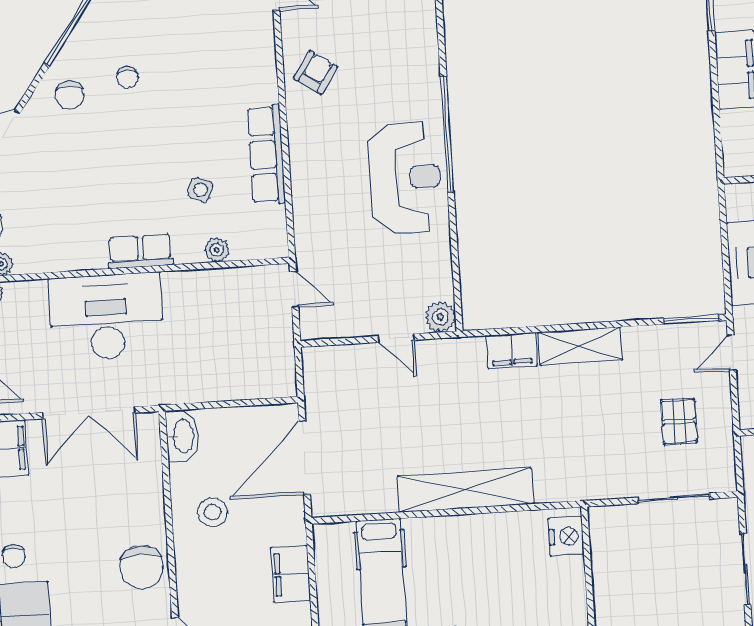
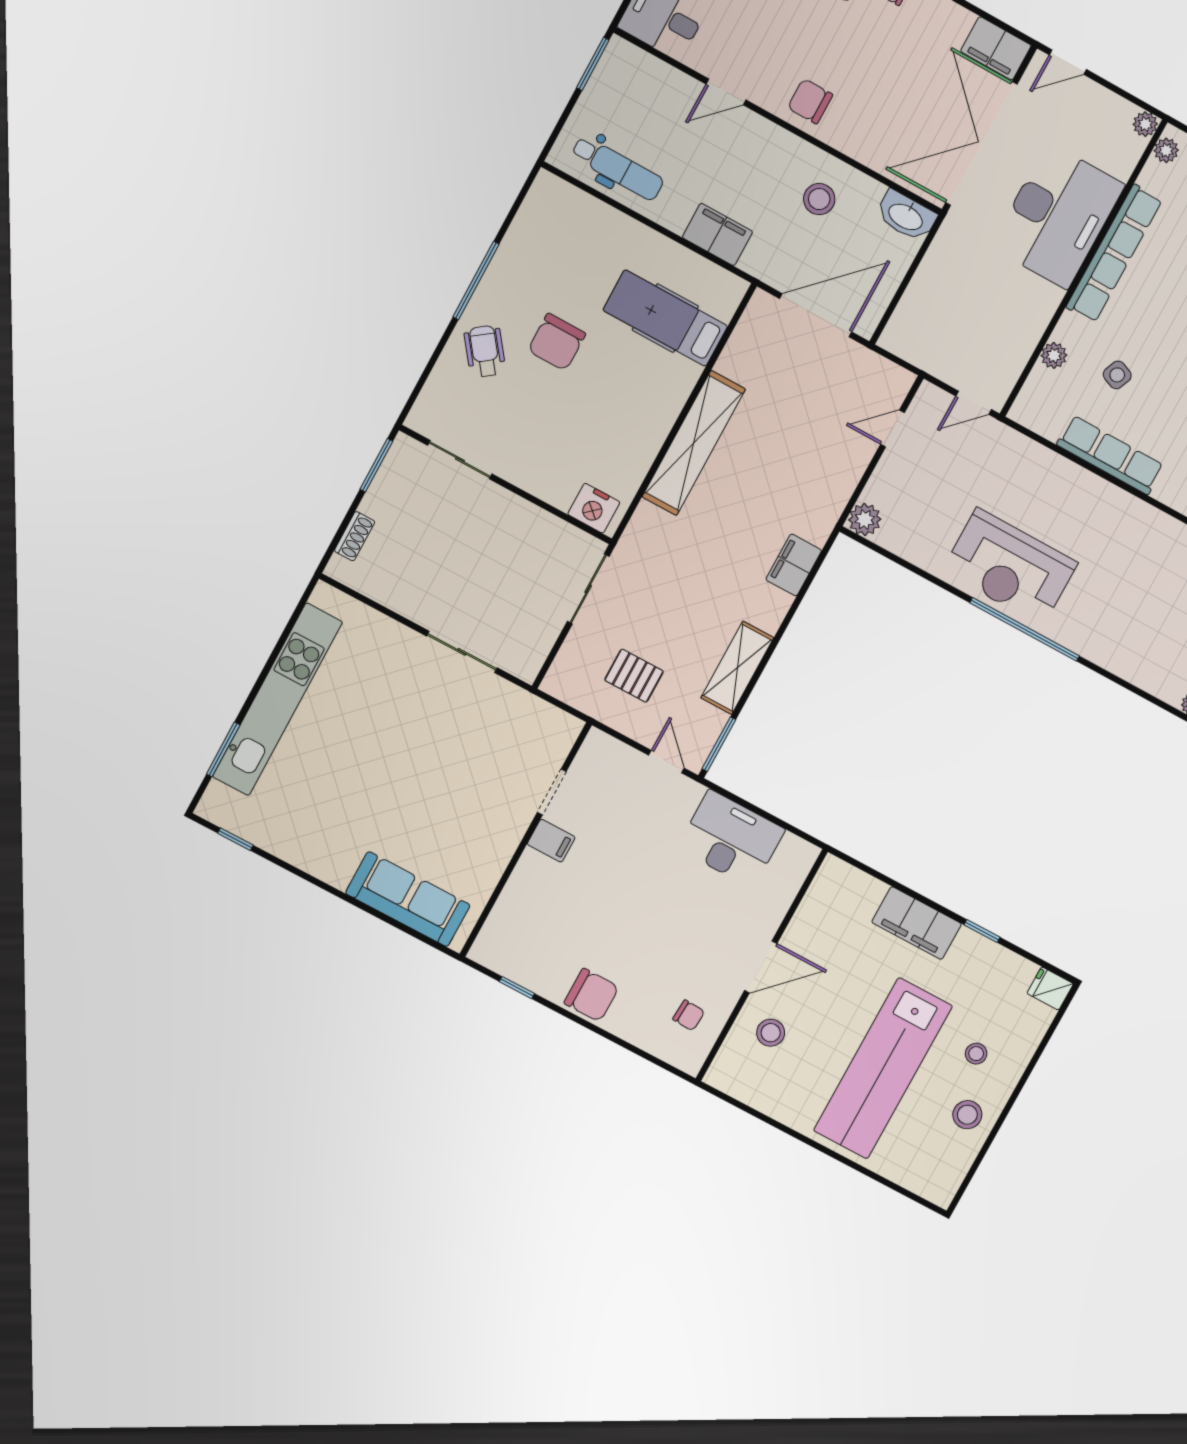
armchair: (316, 72) -> (1155, 546), removed
row of seats: (140, 251) -> (1114, 254), width x2.02
door: (396, 338) -> (892, 429), moved
shelving: (580, 346) -> (737, 668), moved
double door: (89, 413) -> (981, 144), width x1.36
door: (305, 458) -> (816, 315), hinge flipped
sliding door: (674, 498) -> (588, 589), moved
chair: (142, 567) -> (810, 101), width x0.73, depth x0.73

